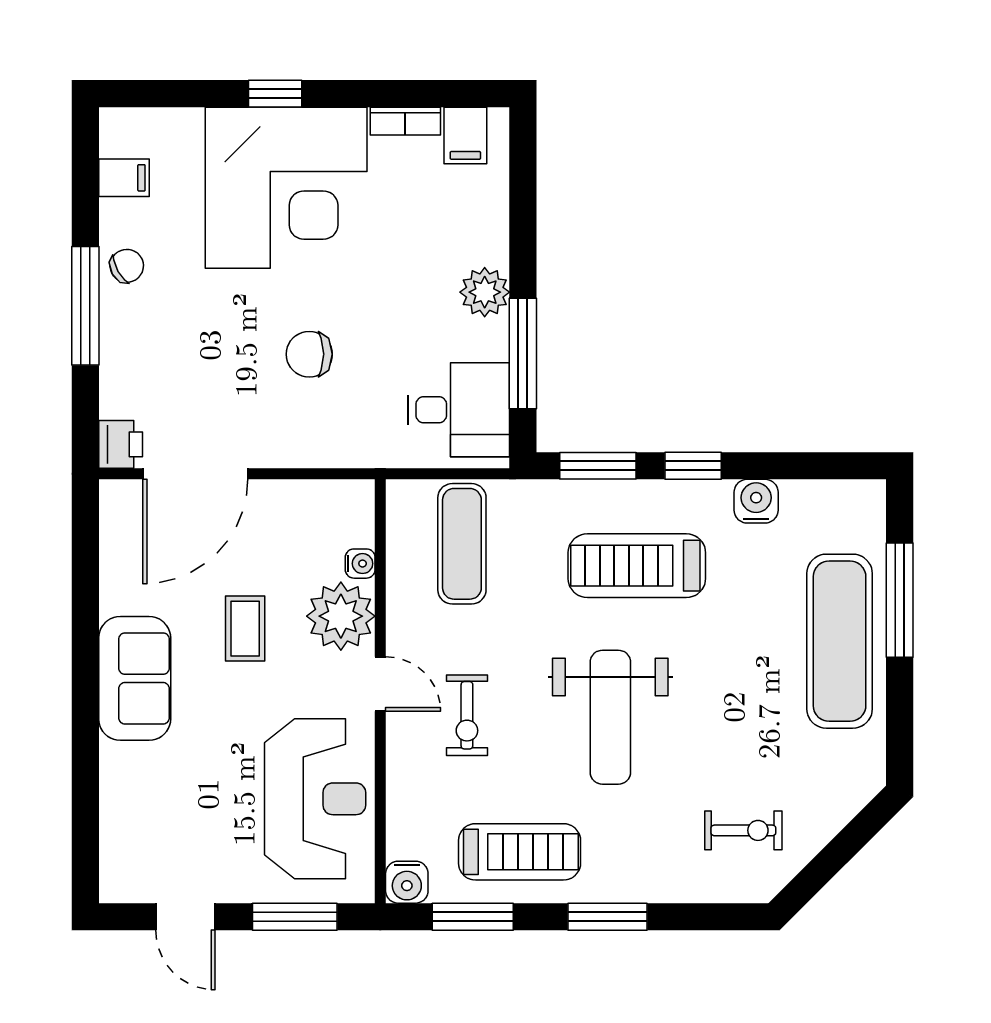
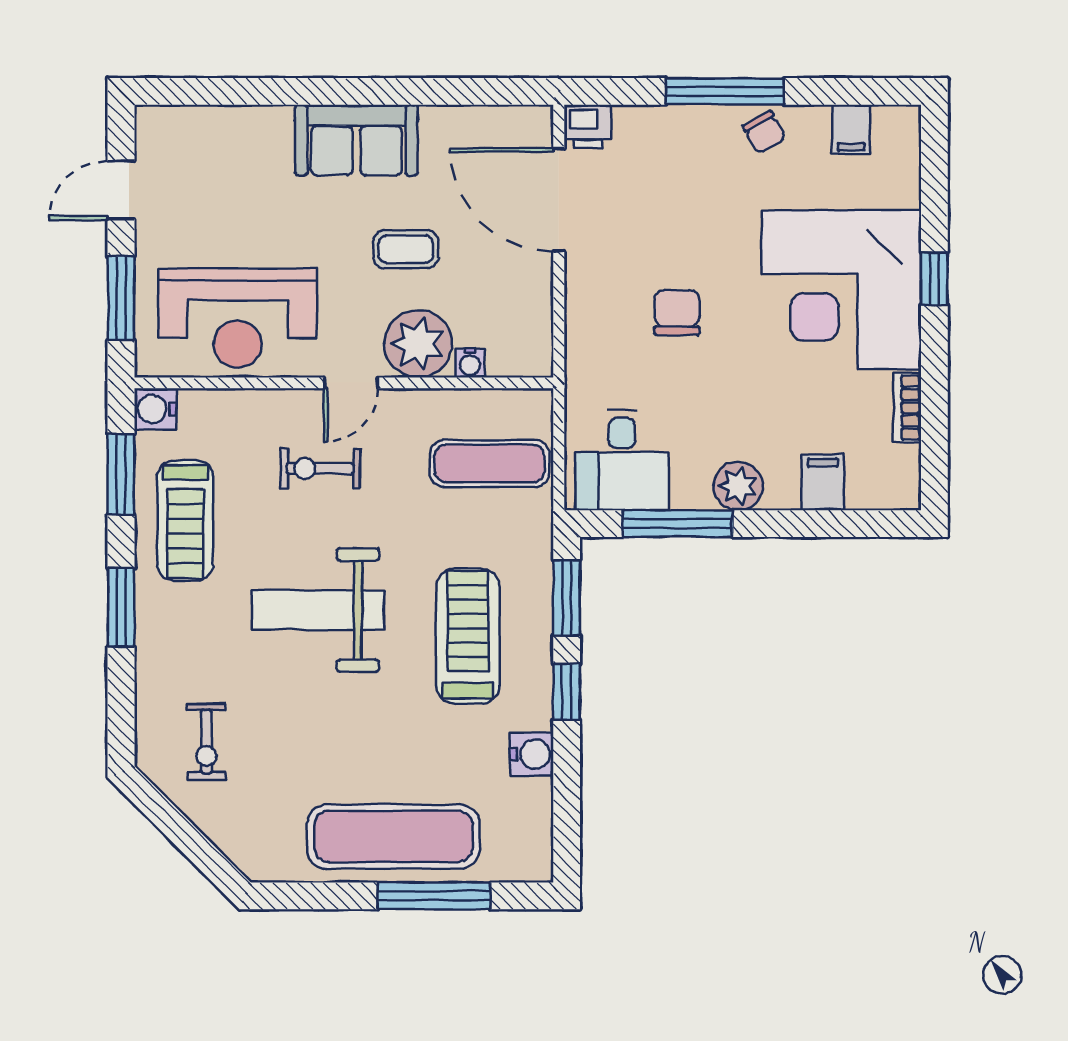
filing cabinet: (465, 135) -> (823, 482), moved, turned 90

